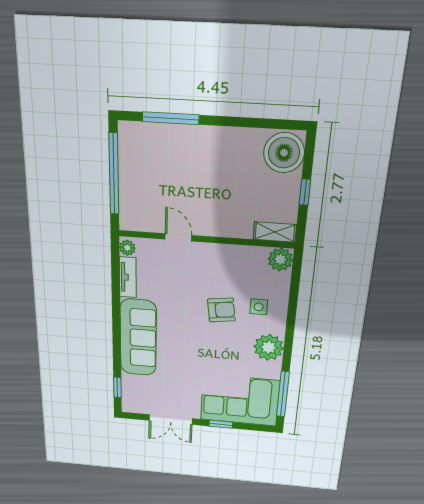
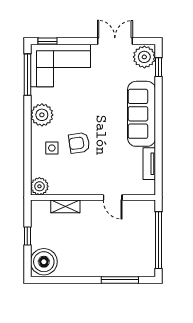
shelving: (275, 232) -> (65, 206), moved
plant: (127, 248) -> (144, 57), moved, width x1.87, depth x1.87
window: (221, 424) -> (48, 41), moved

